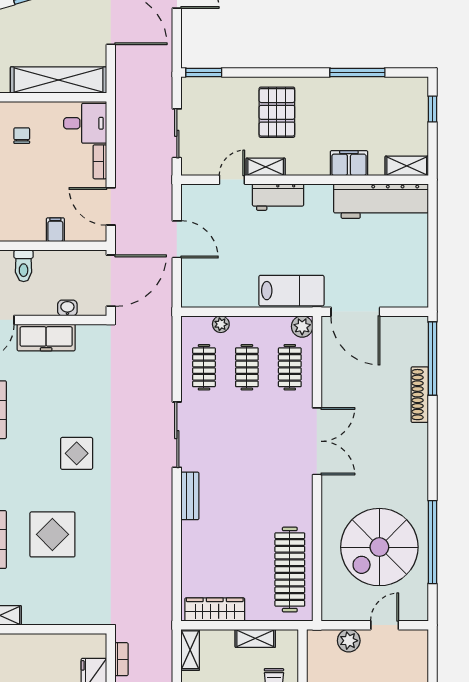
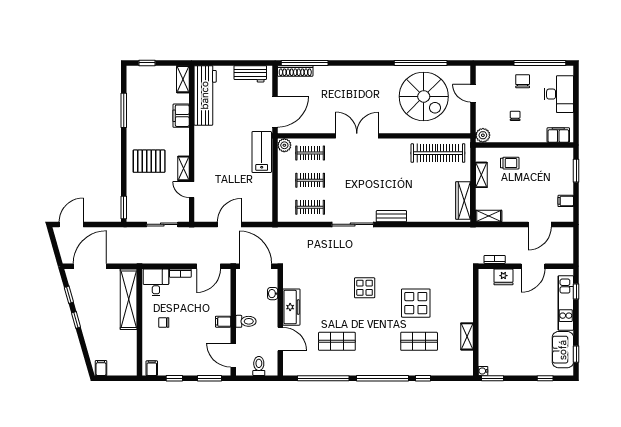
workbench: (278, 197) -> (250, 74), moved, turned 90
filing cabinet: (55, 230) -> (223, 322), moved
plant: (221, 324) -> (283, 197), removed
shoe rack: (420, 395) -> (295, 71), moved
plant: (349, 641) -> (483, 135), moved

